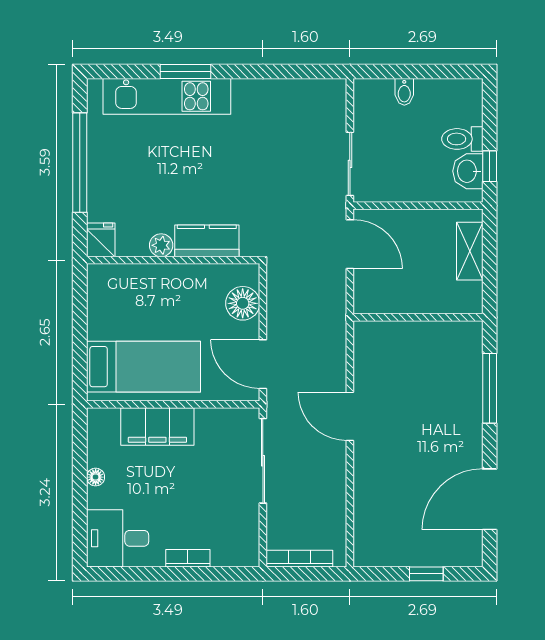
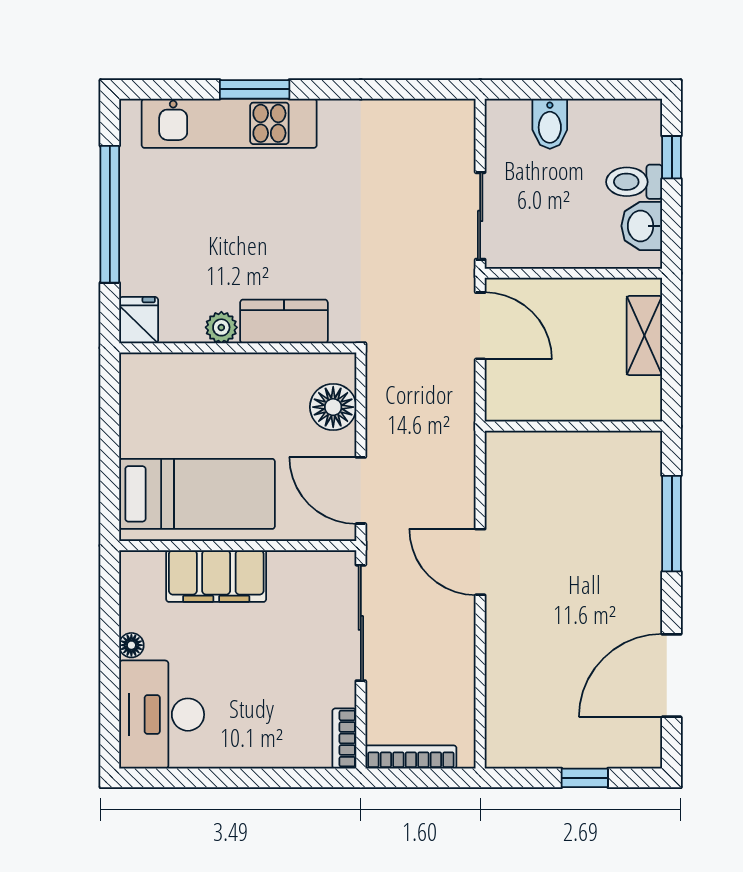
bidet: (404, 92) -> (550, 124), width x1.38, depth x1.36
window: (490, 166) -> (672, 157), moved
desk: (118, 538) -> (162, 715), width x1.37
bookcase: (188, 558) -> (344, 739), moved, turned -90

